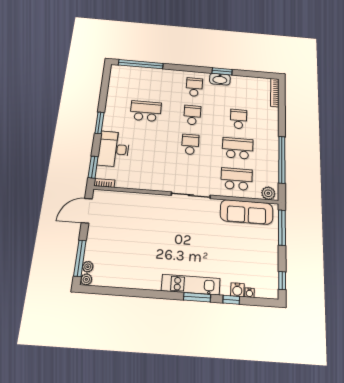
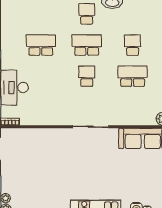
school desk: (192, 115) -> (87, 45), width x1.85
school desk: (237, 179) -> (133, 107), removed

